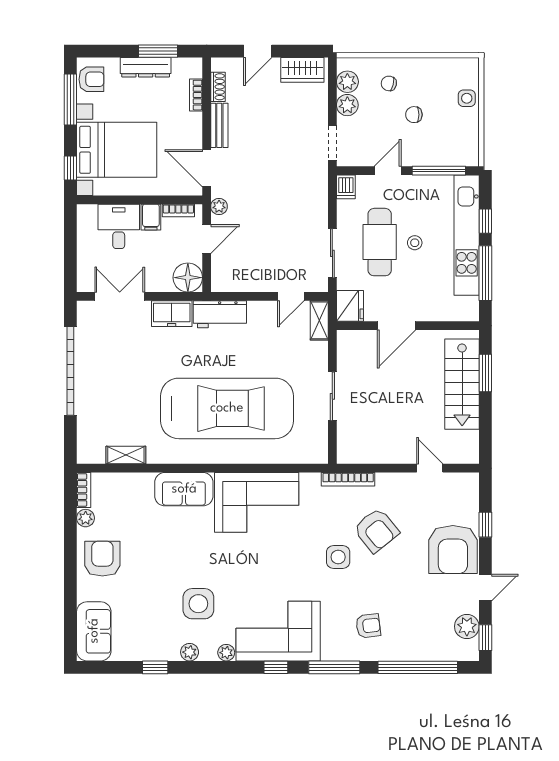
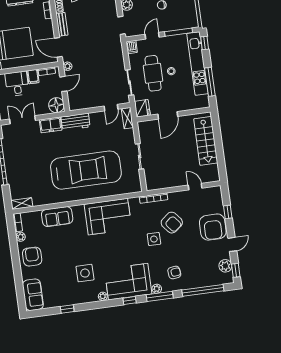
window: (485, 221) -> (205, 43), moved
window: (485, 373) -> (217, 134), removed
shelving: (126, 455) -> (22, 203), moved
sofa: (184, 489) -> (57, 217), moved
plant: (190, 652) -> (157, 289), moved

